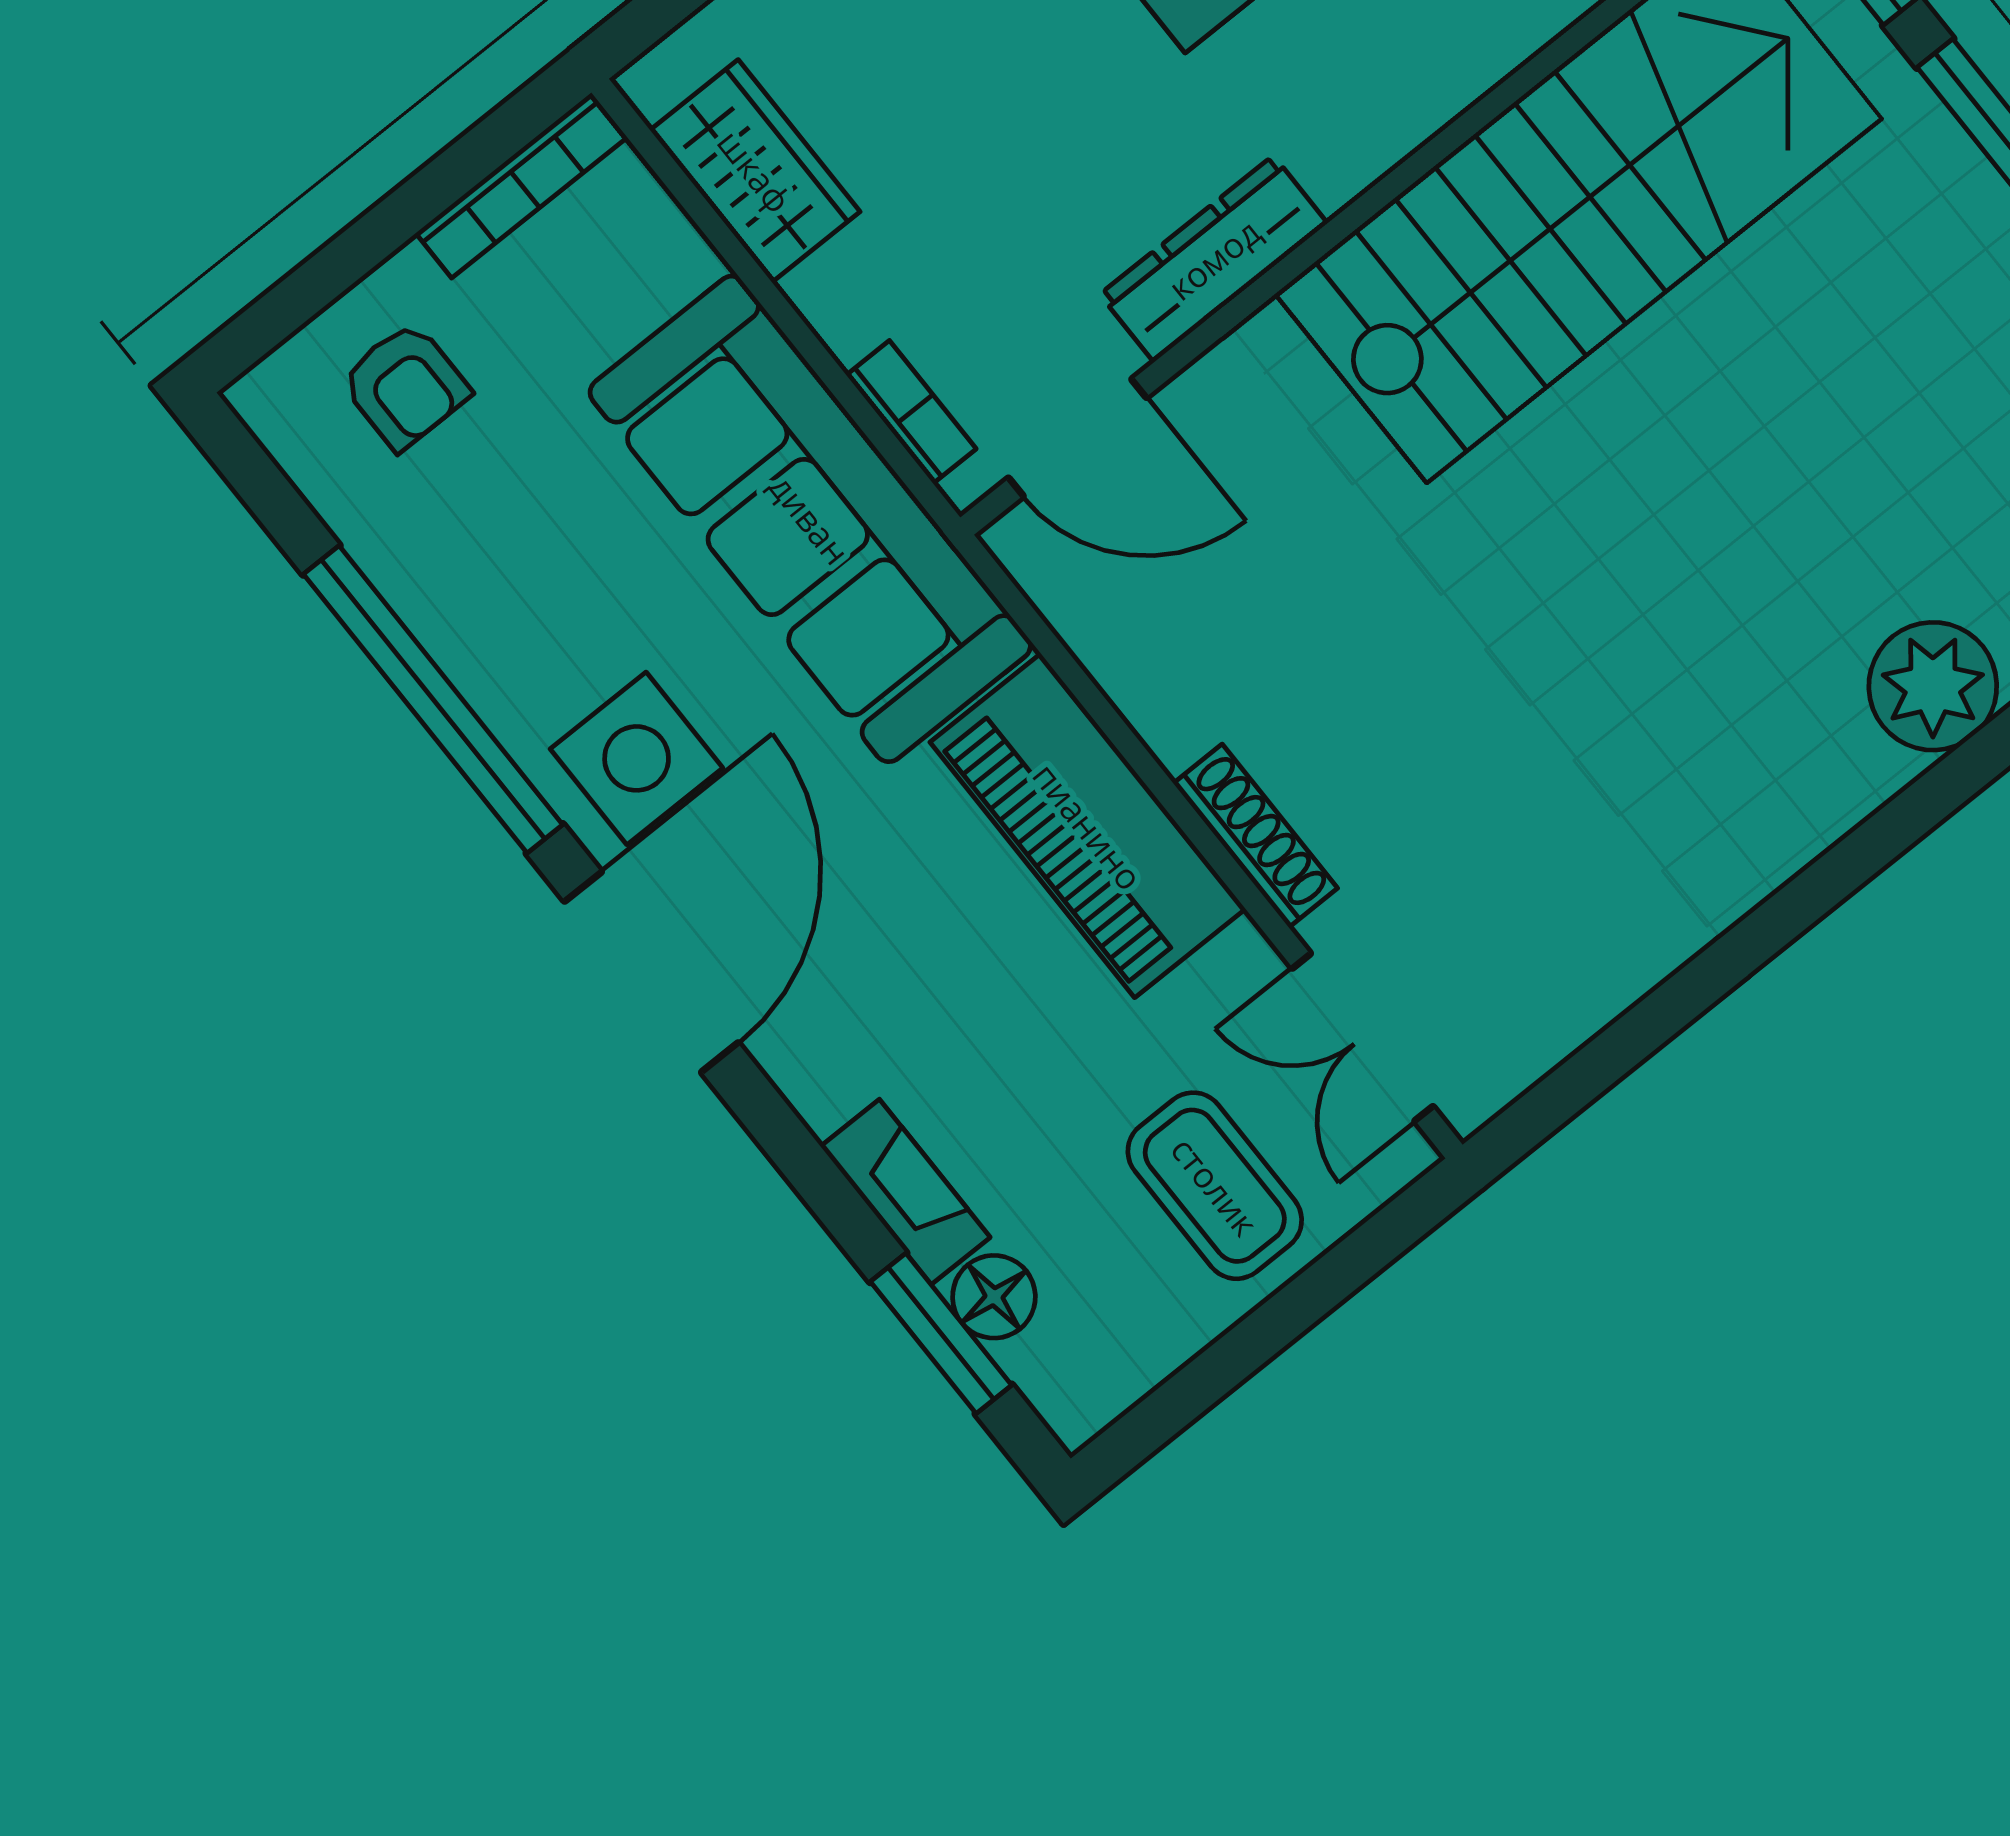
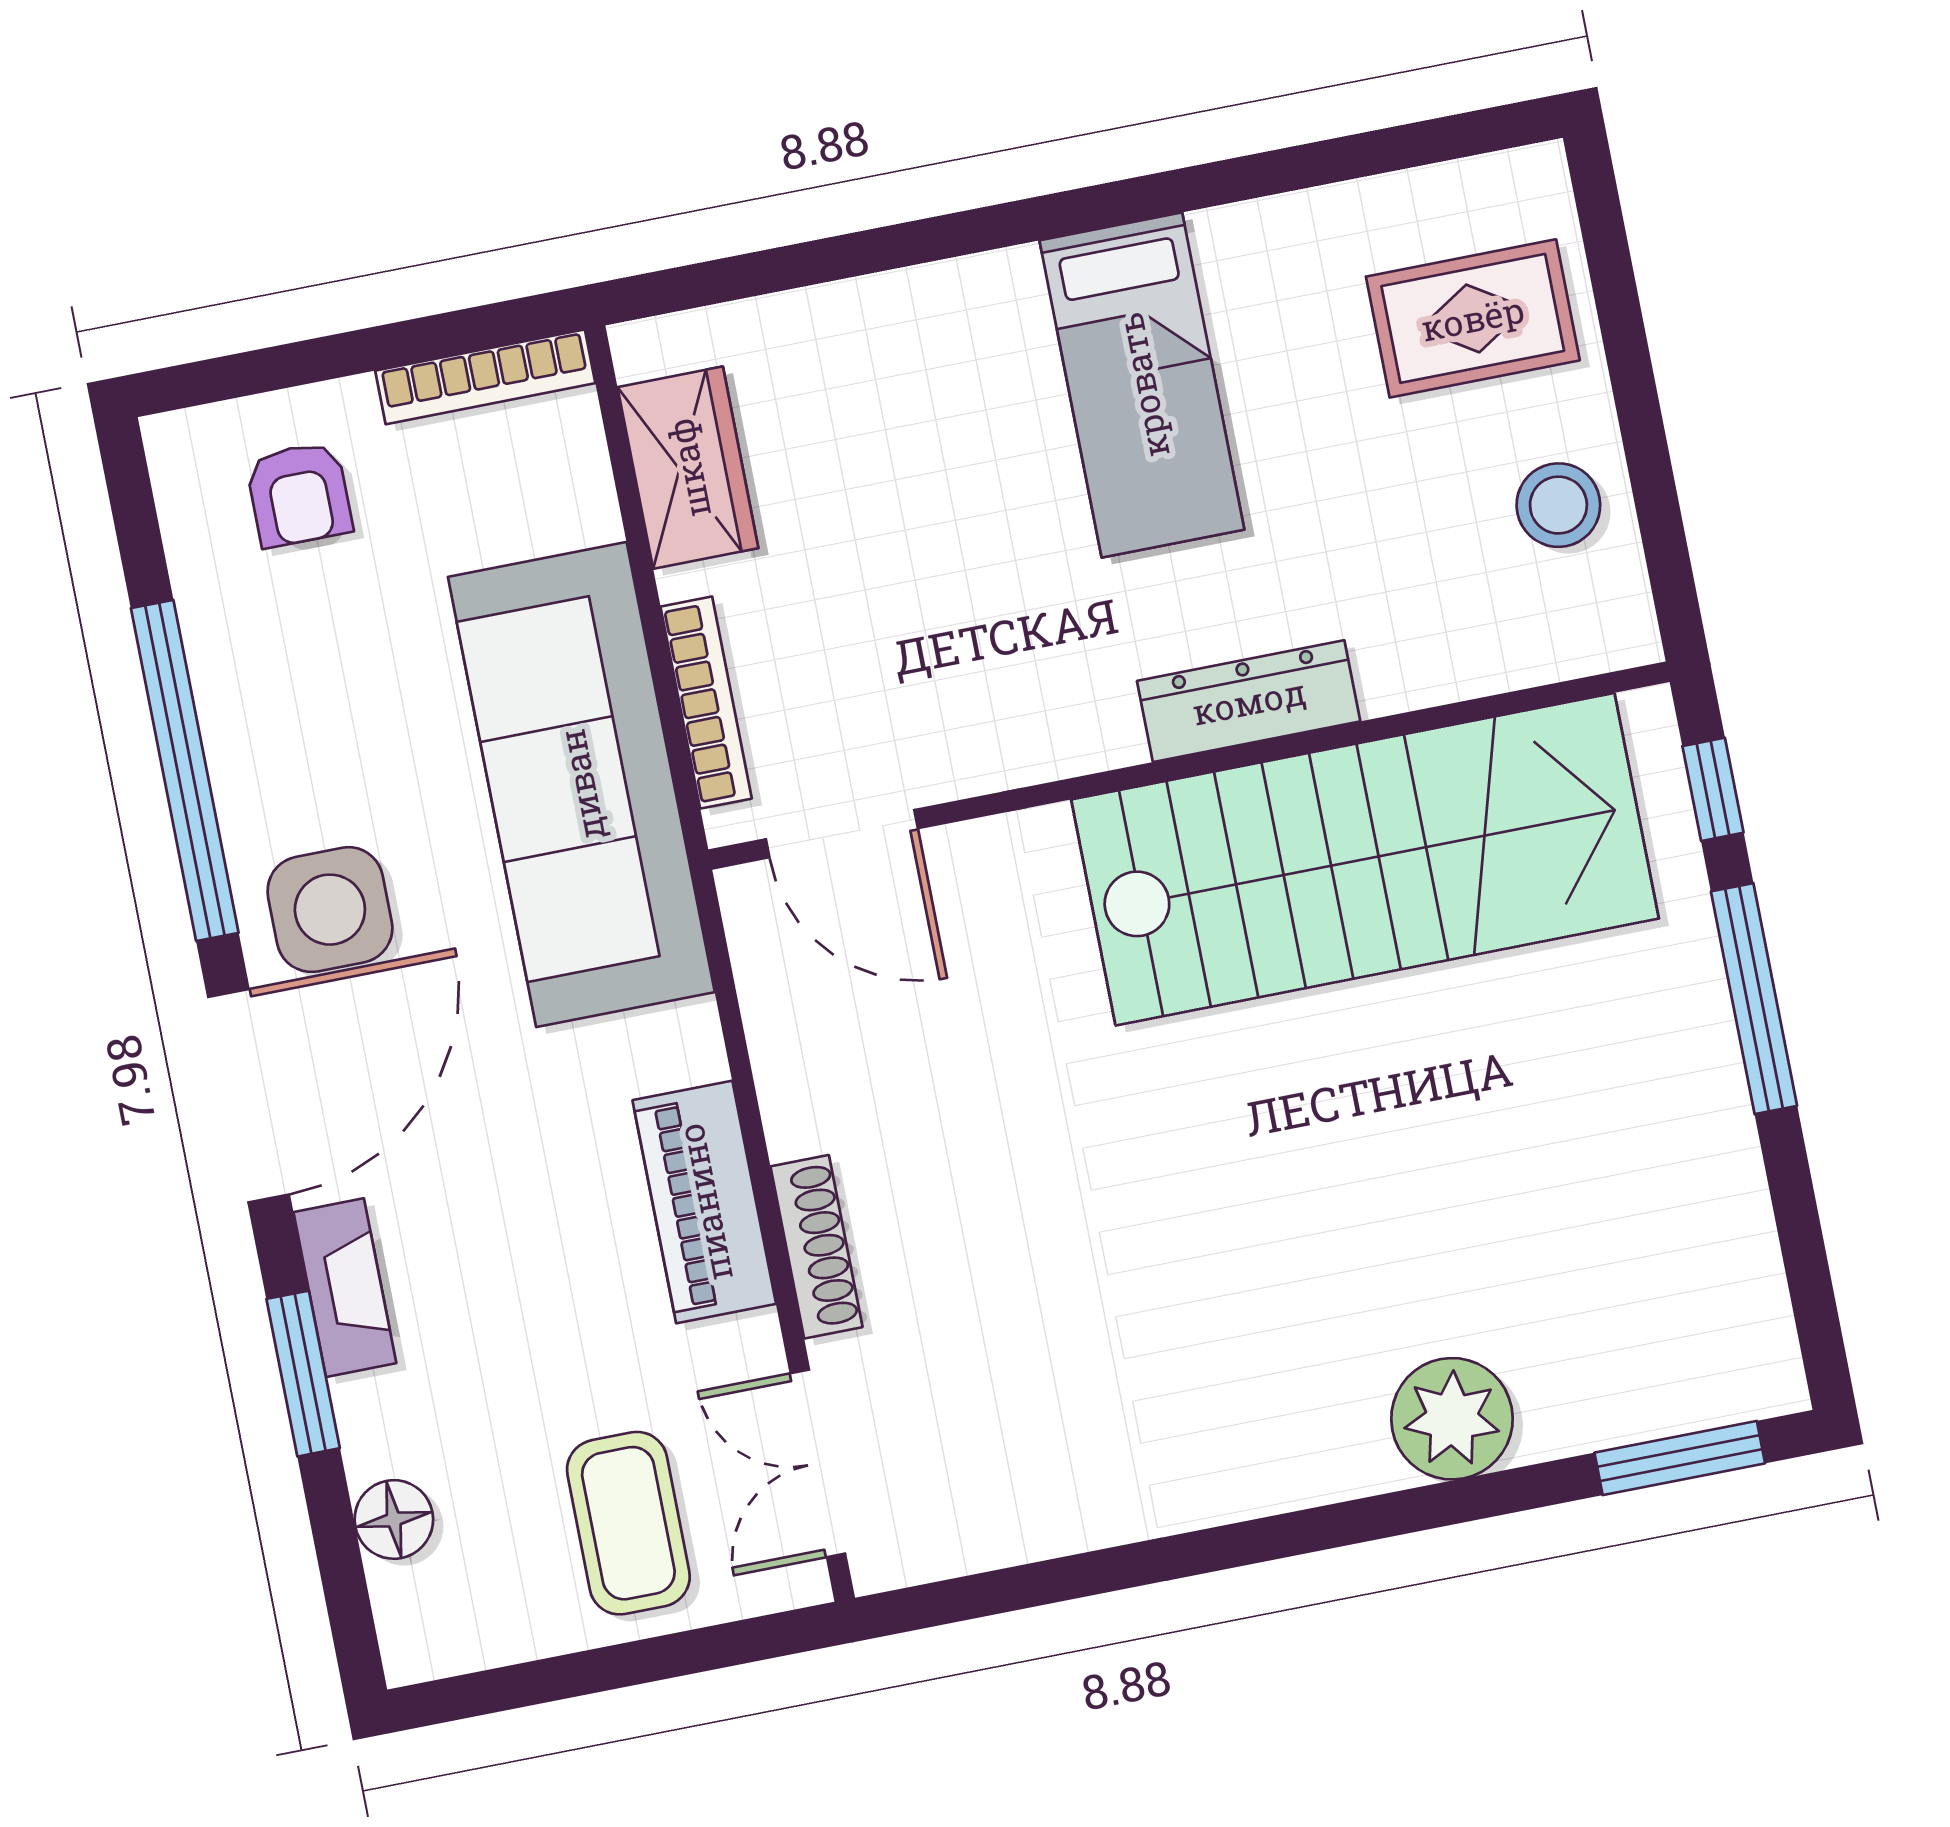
dresser: (1214, 259) -> (1249, 701), moved
bookcase: (911, 412) -> (706, 703), width x1.56
piano: (1088, 826) -> (704, 1202), width x0.73, depth x0.75
fireplace: (905, 1192) -> (345, 1288), moved
window: (941, 1333) -> (303, 1374), moved

